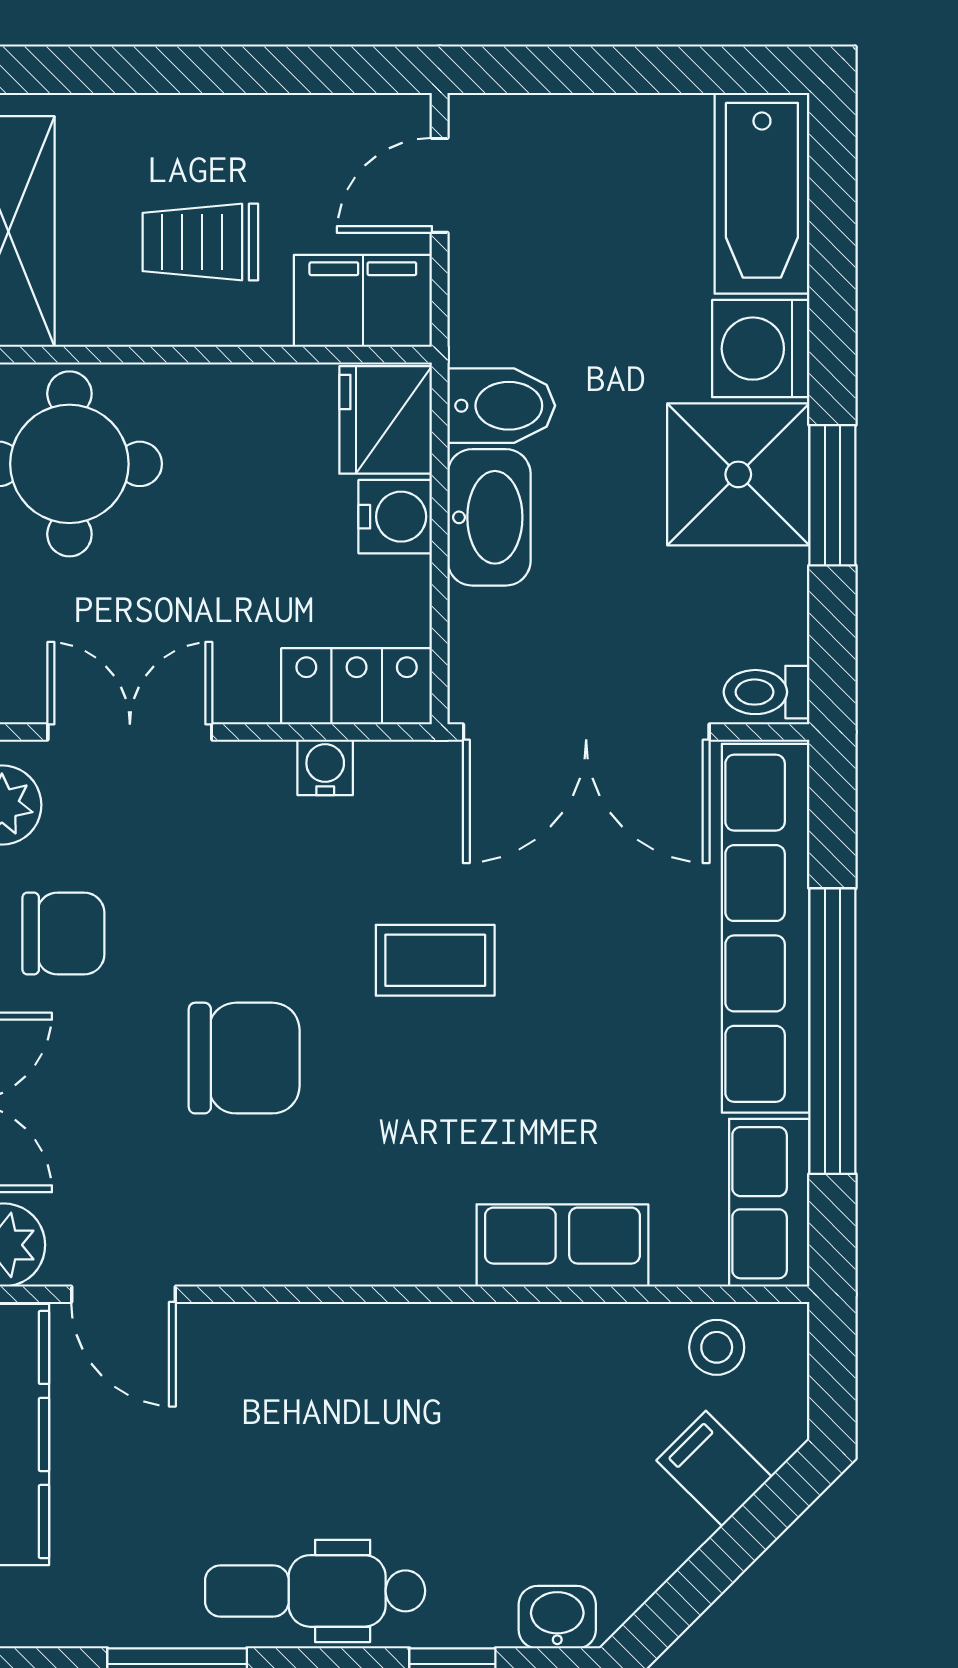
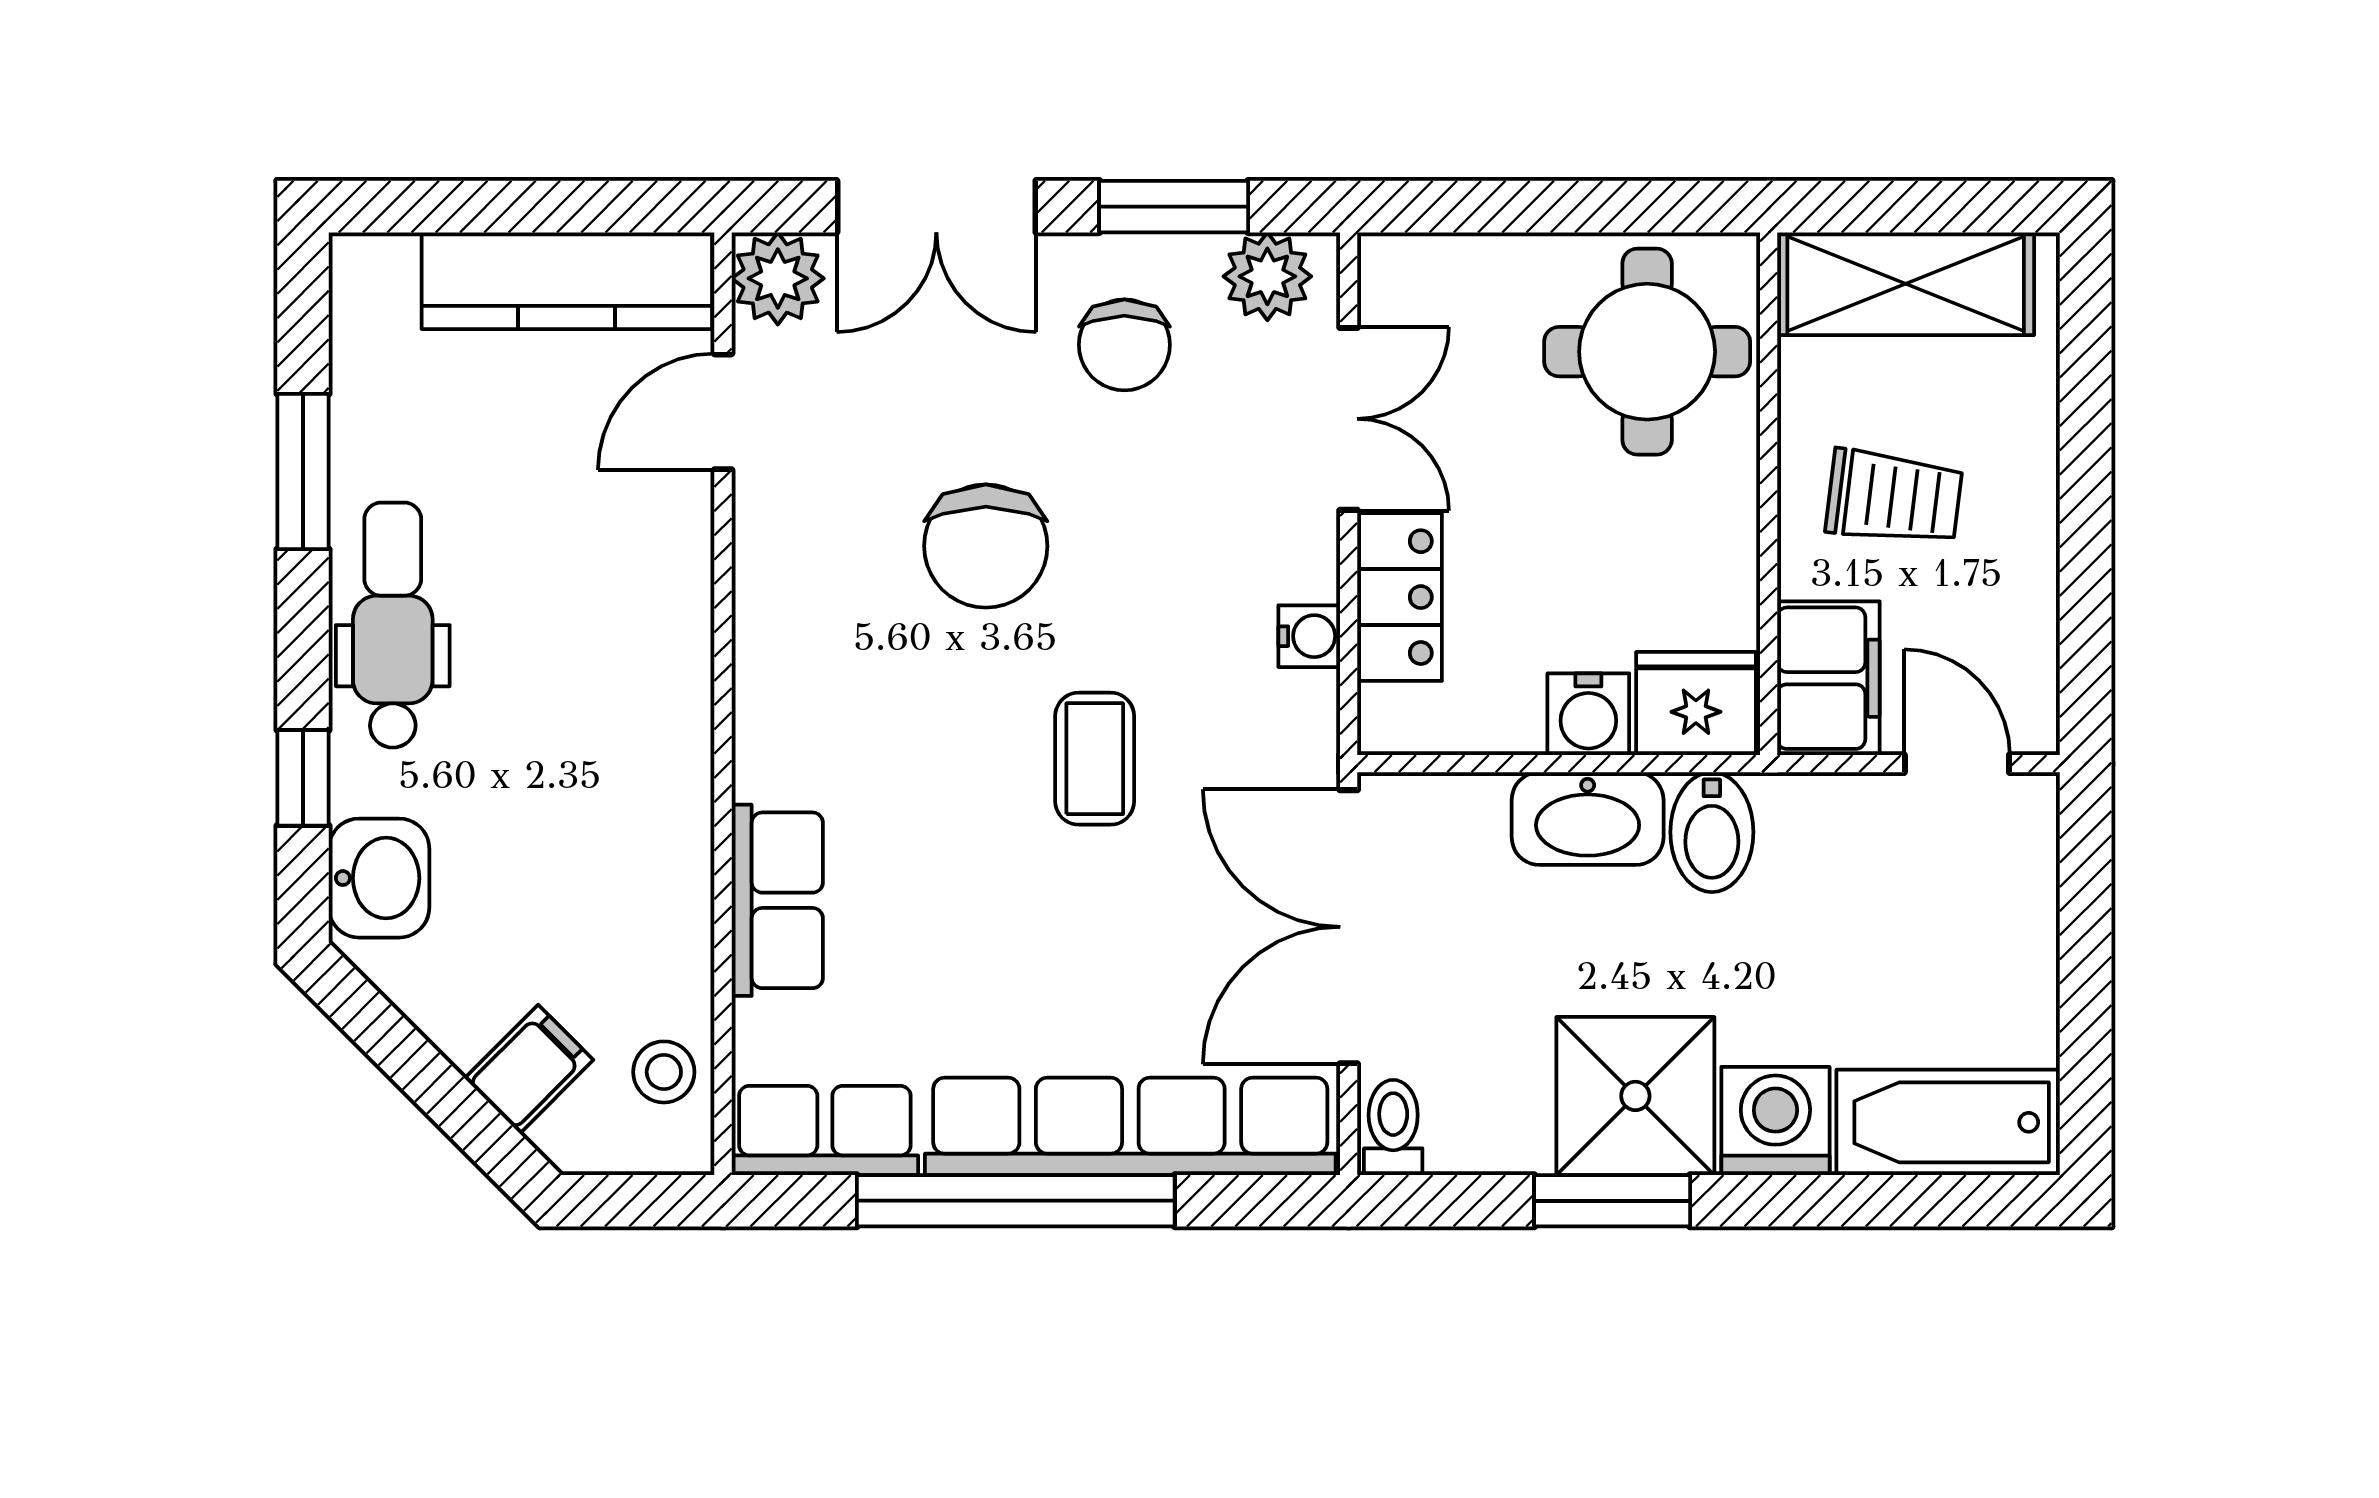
trolley: (200, 242) -> (1894, 497), turned 97
locker: (357, 686) -> (1400, 597), moved
washbasin: (557, 1617) -> (379, 878), width x1.38, depth x1.45

